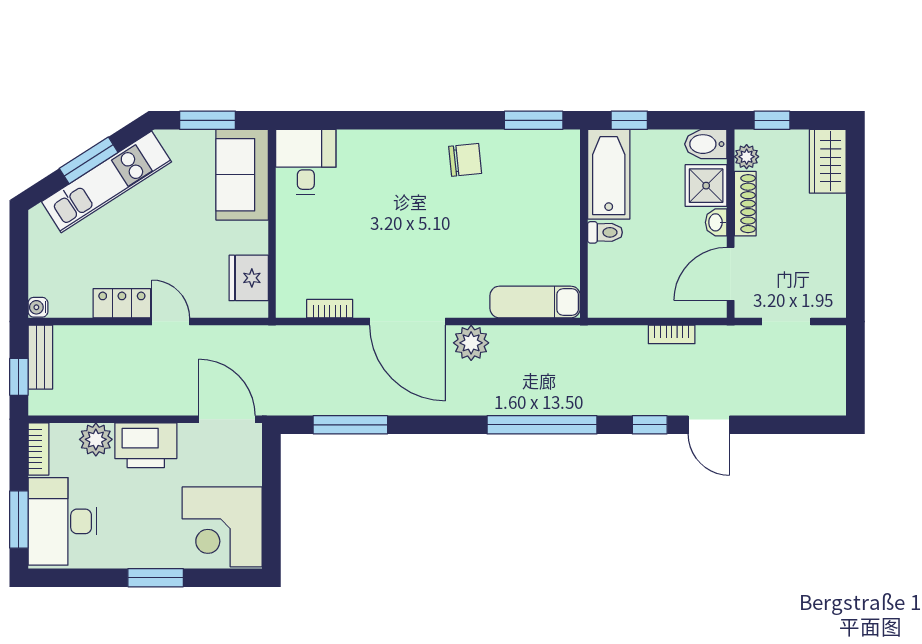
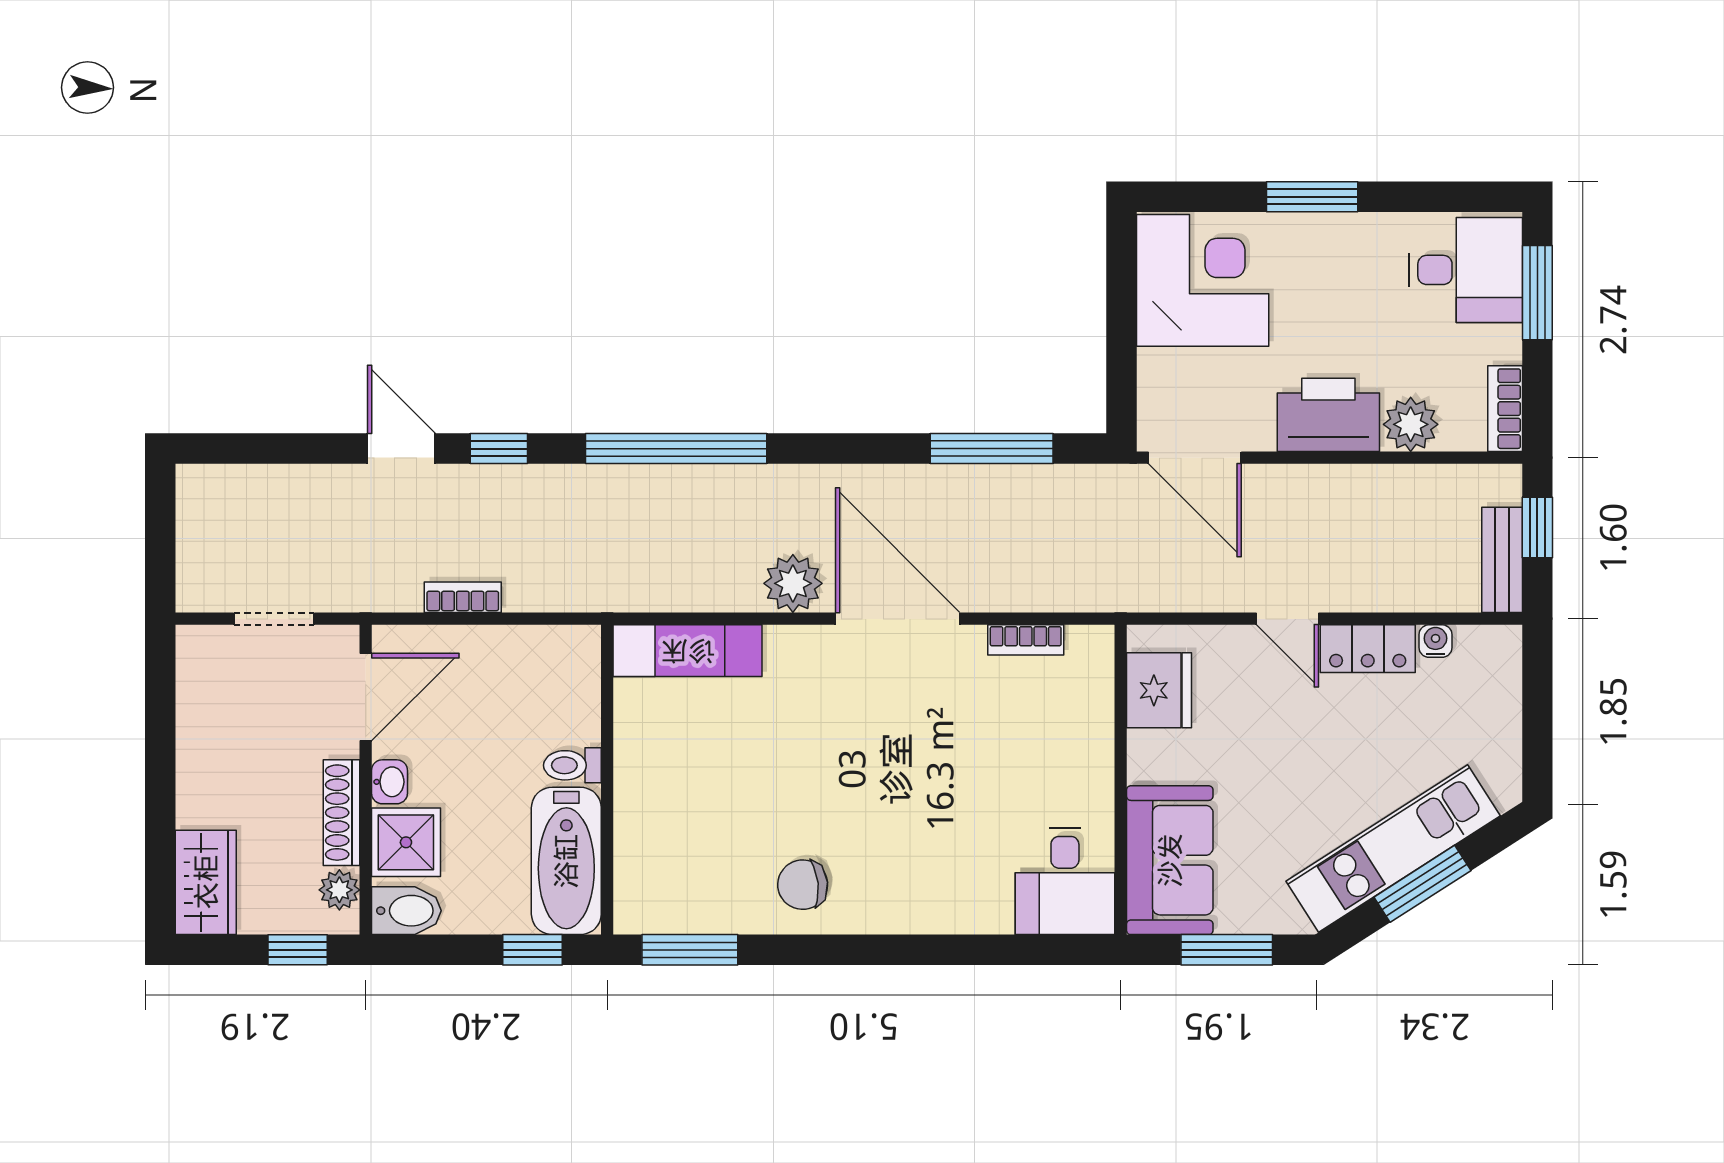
water cooler: (38, 307) -> (1436, 641), moved, turned -90
desk: (62, 521) -> (1466, 270), width x0.73

